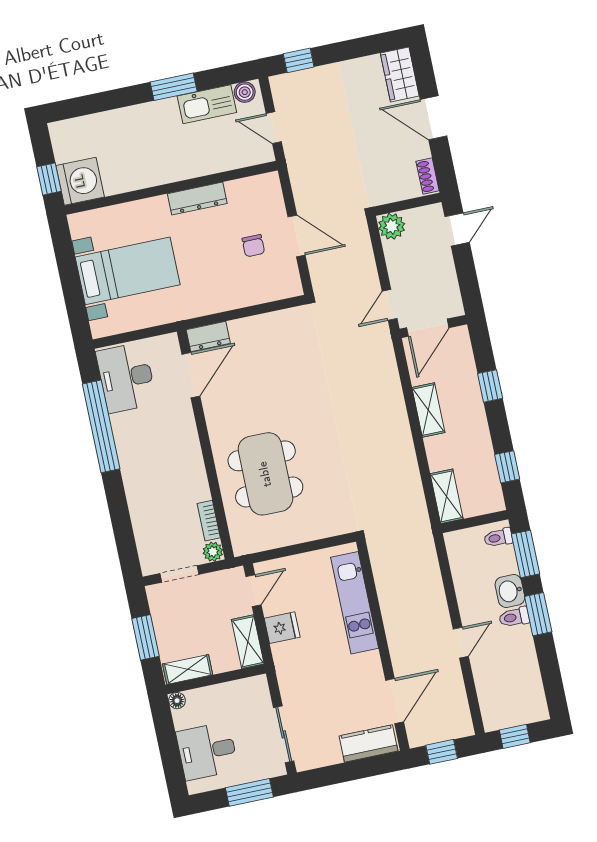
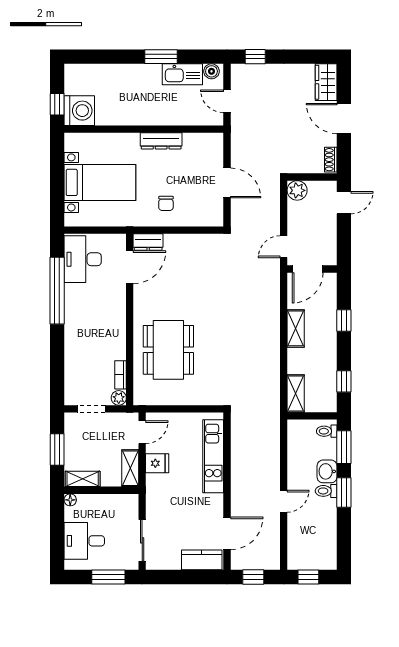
chair: (253, 246) -> (166, 203), moved

